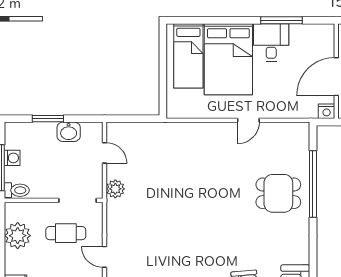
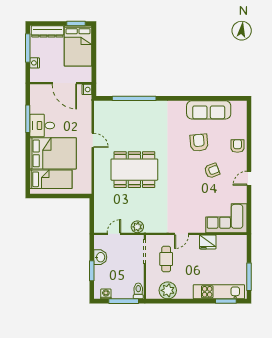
washing machine: (12, 158) -> (106, 294), moved
dining table: (278, 193) -> (134, 170), moved, width x1.88, depth x1.24

